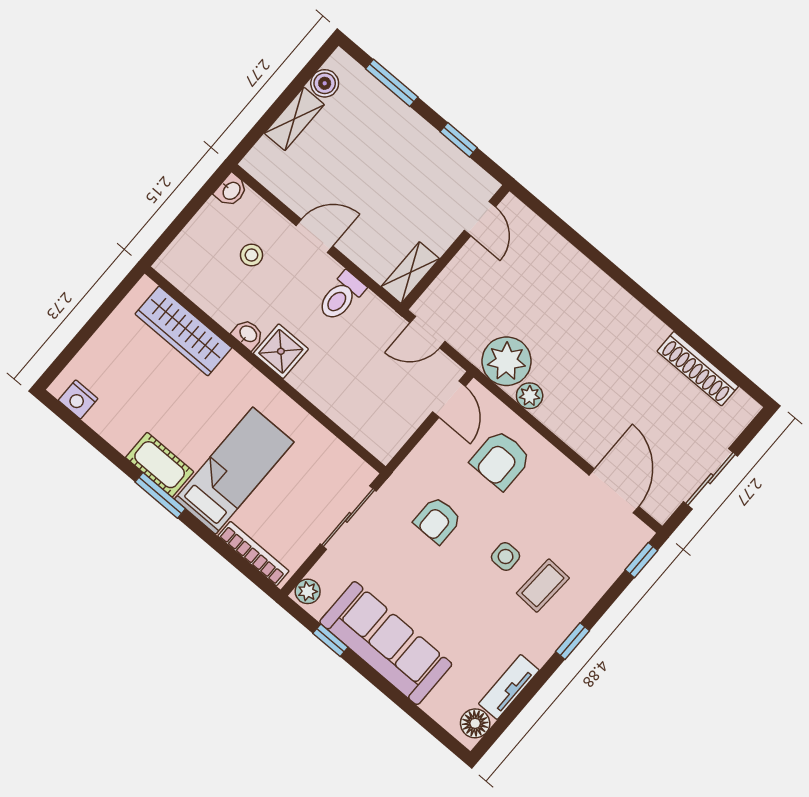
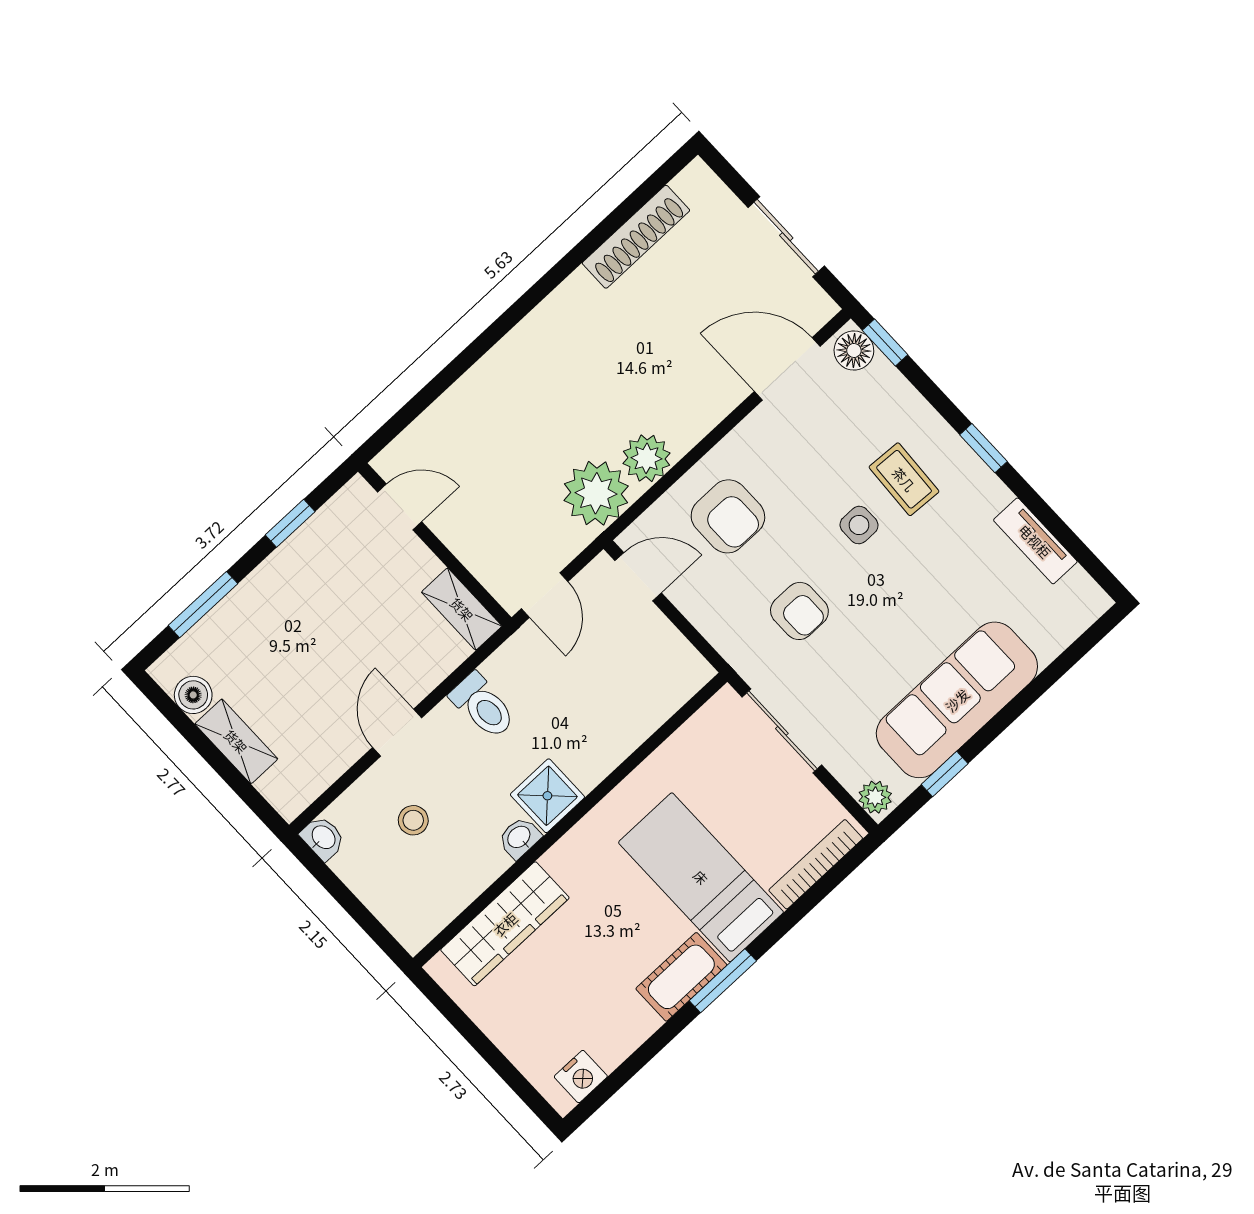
plant: (530, 396) -> (646, 458), width x1.38, depth x1.38
floor lamp: (475, 723) -> (854, 351), moved

